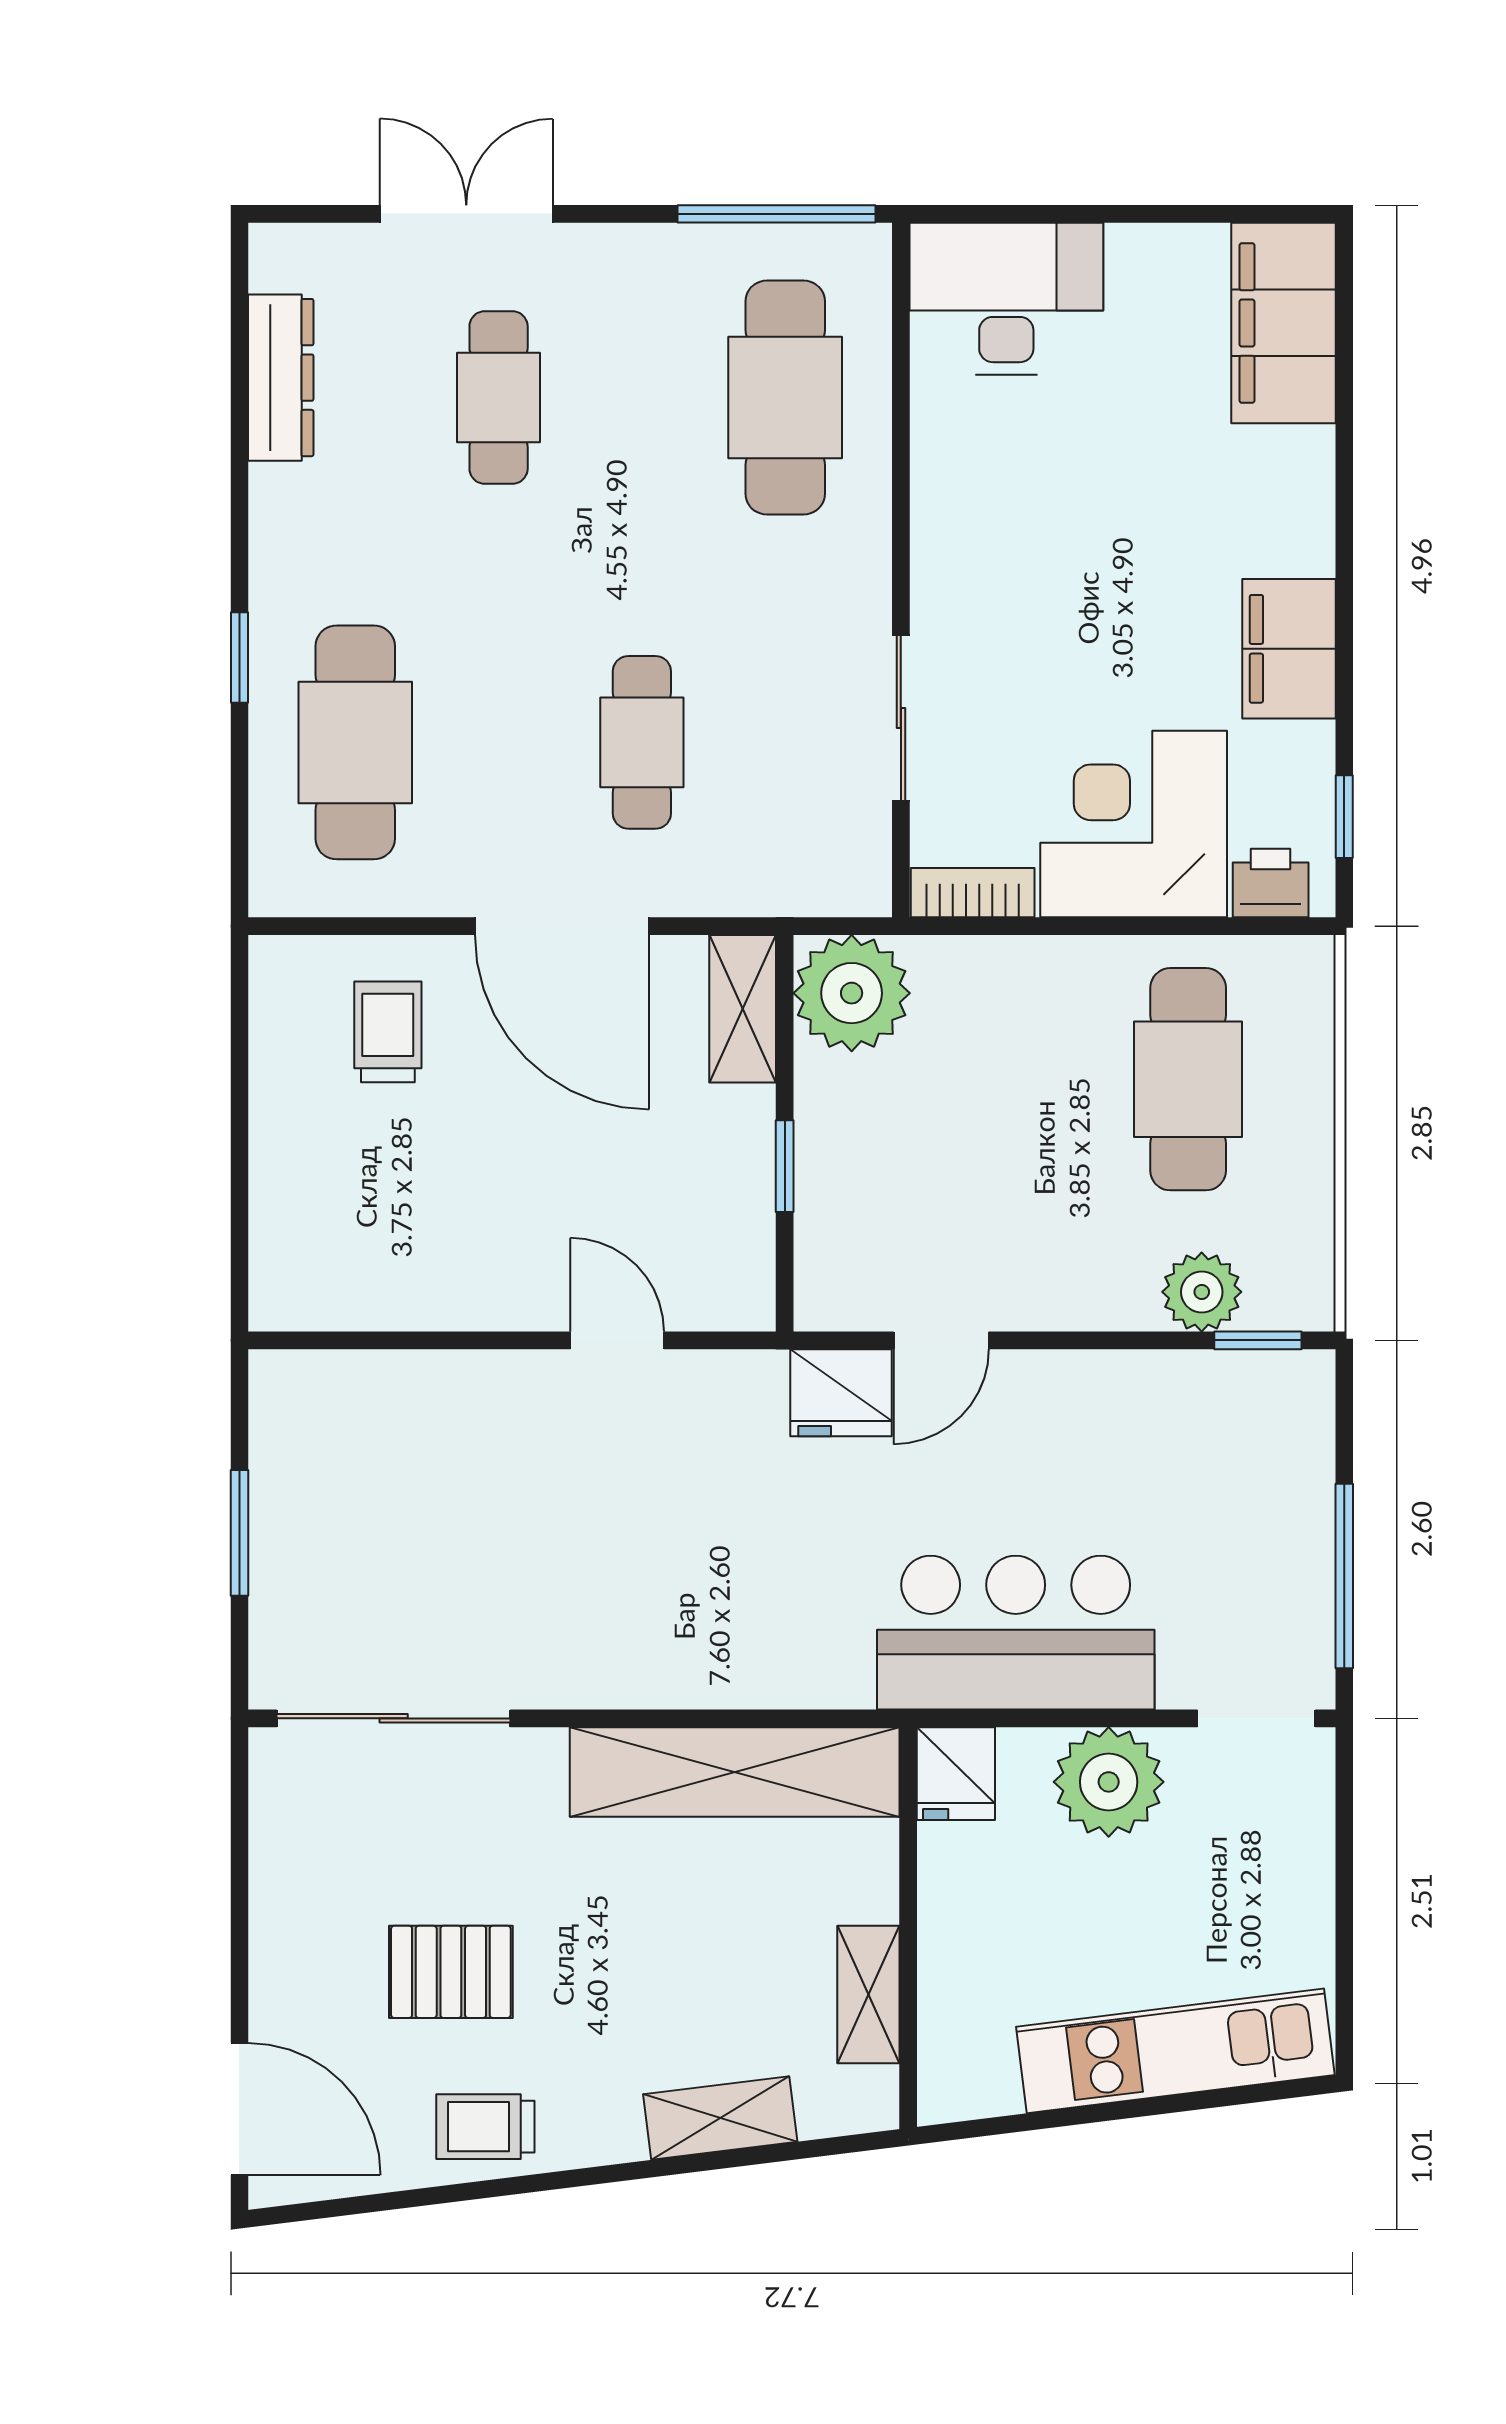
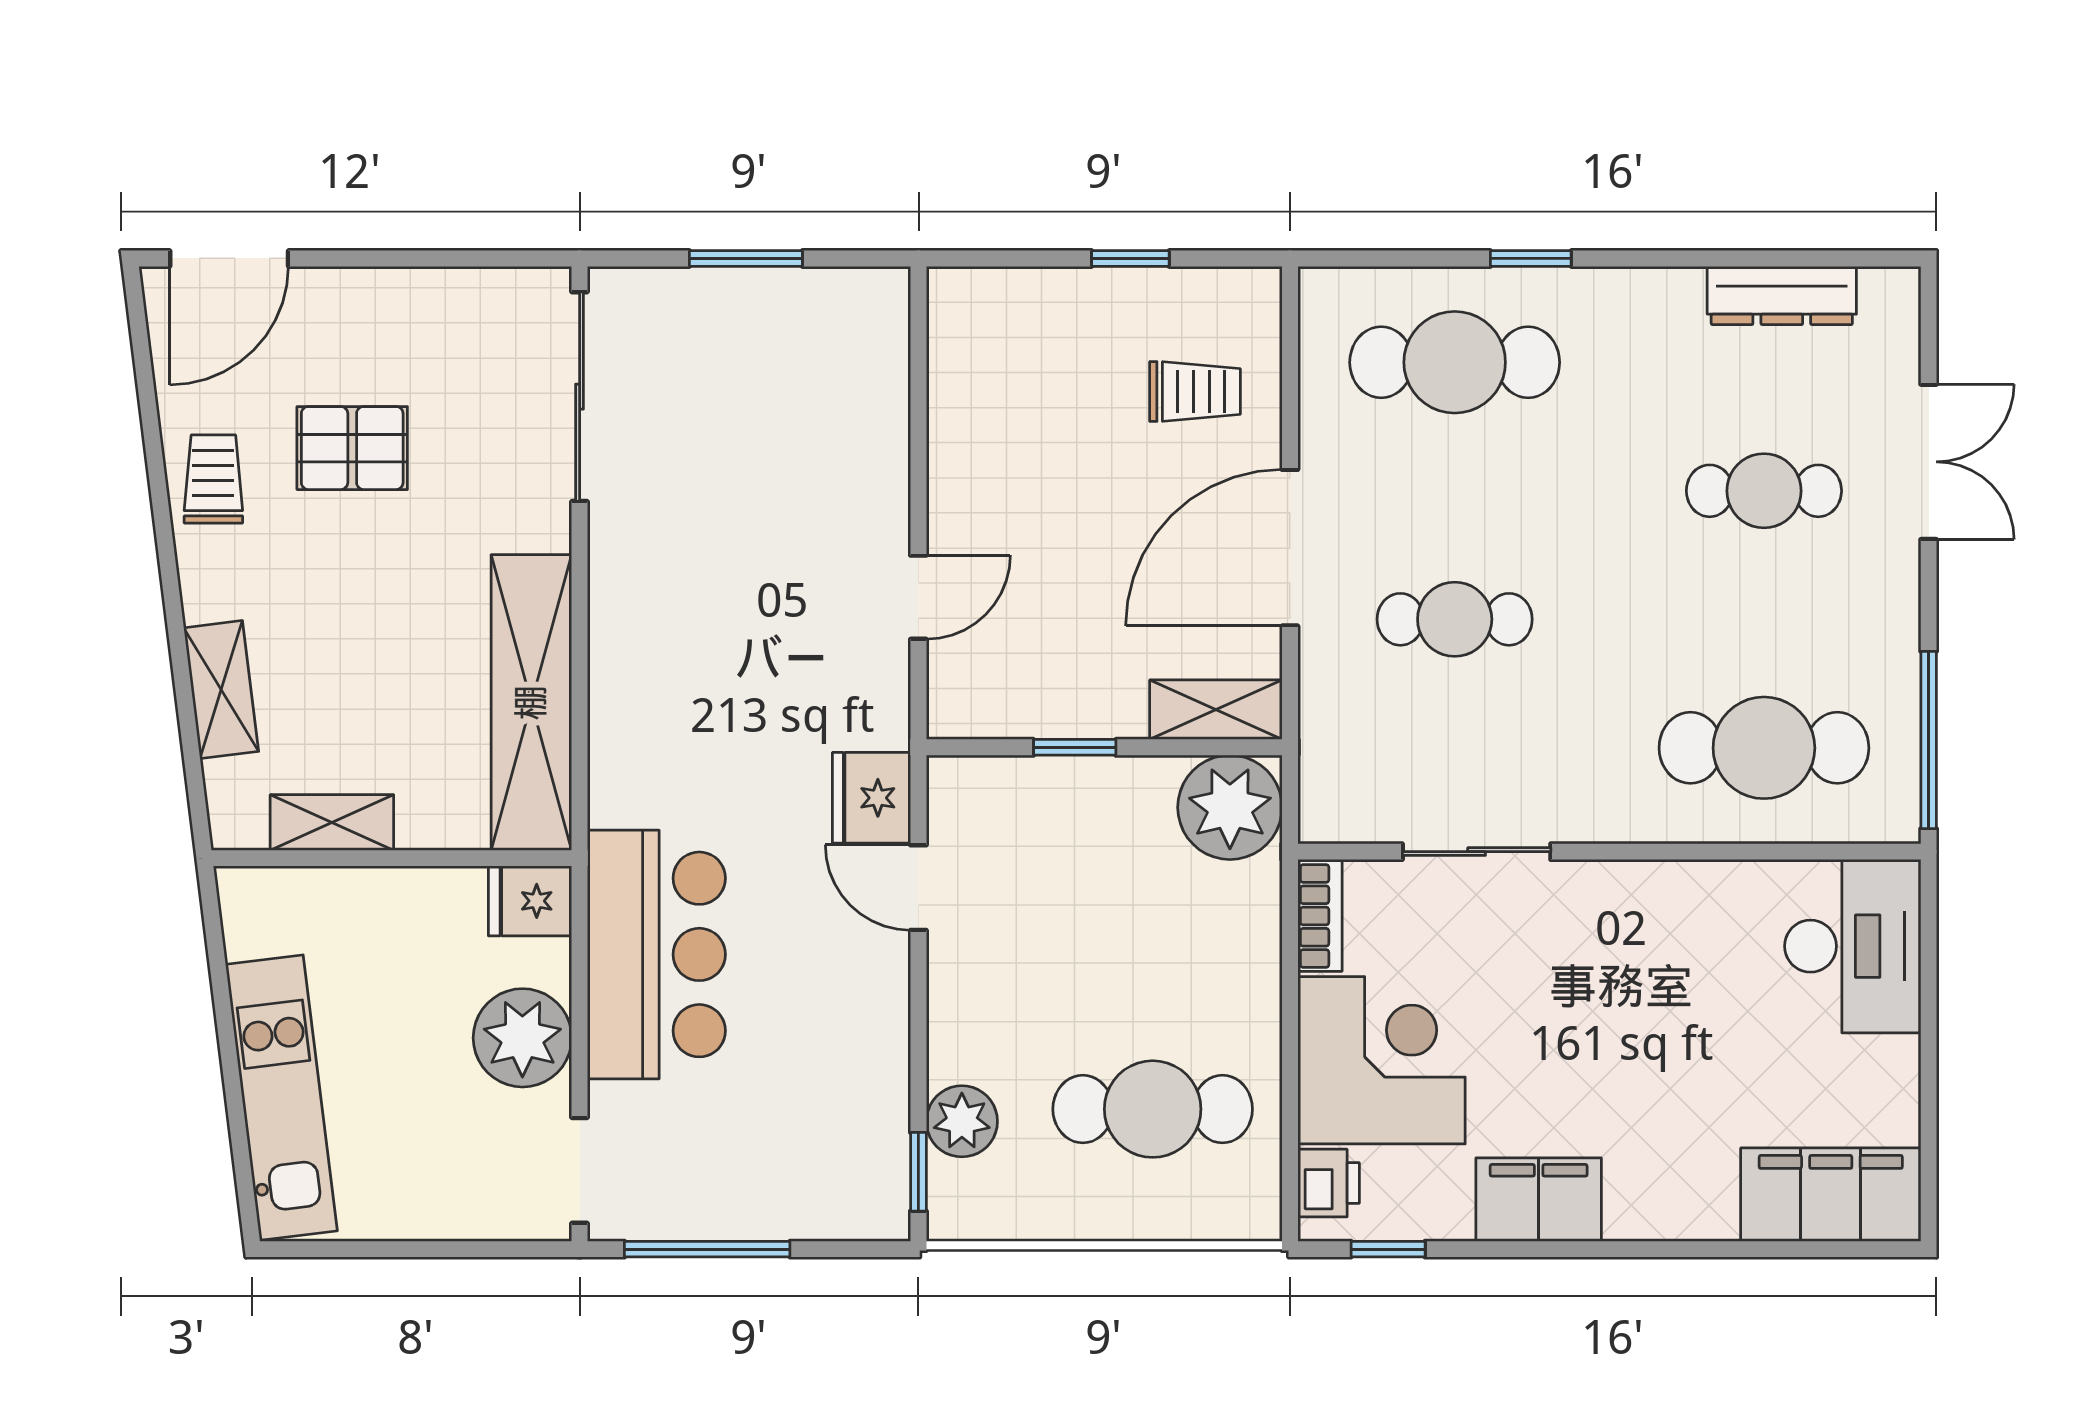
window: (239, 1104) -> (1130, 258), added
pallet: (451, 1972) -> (352, 448), turned 90

